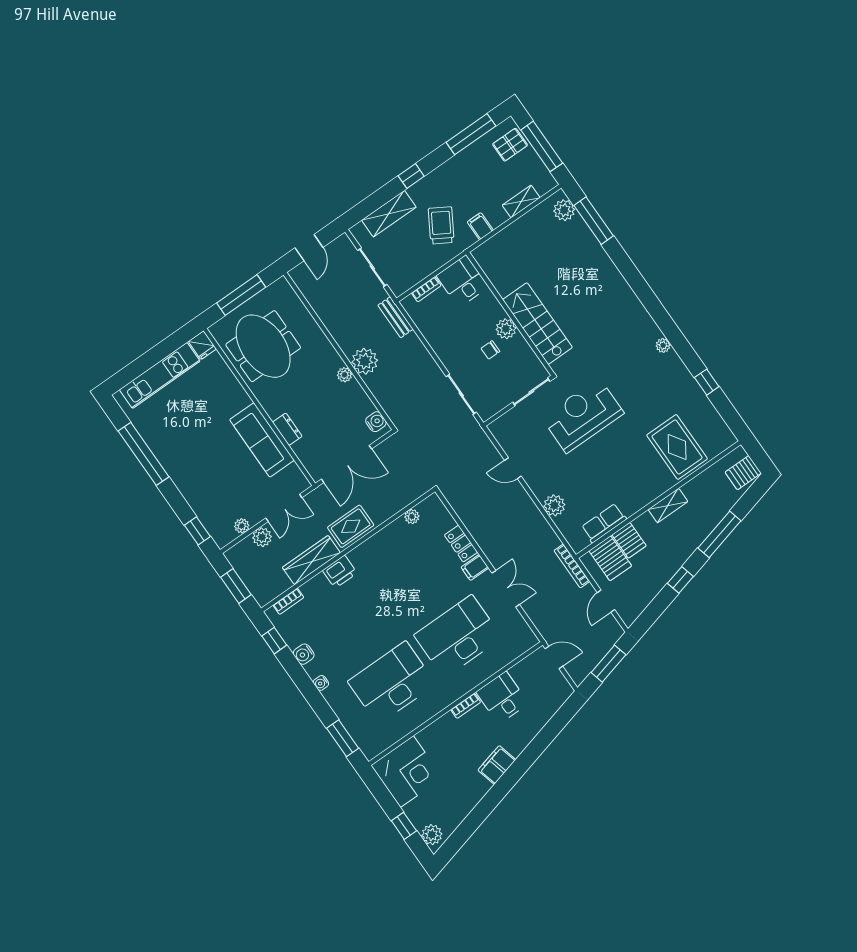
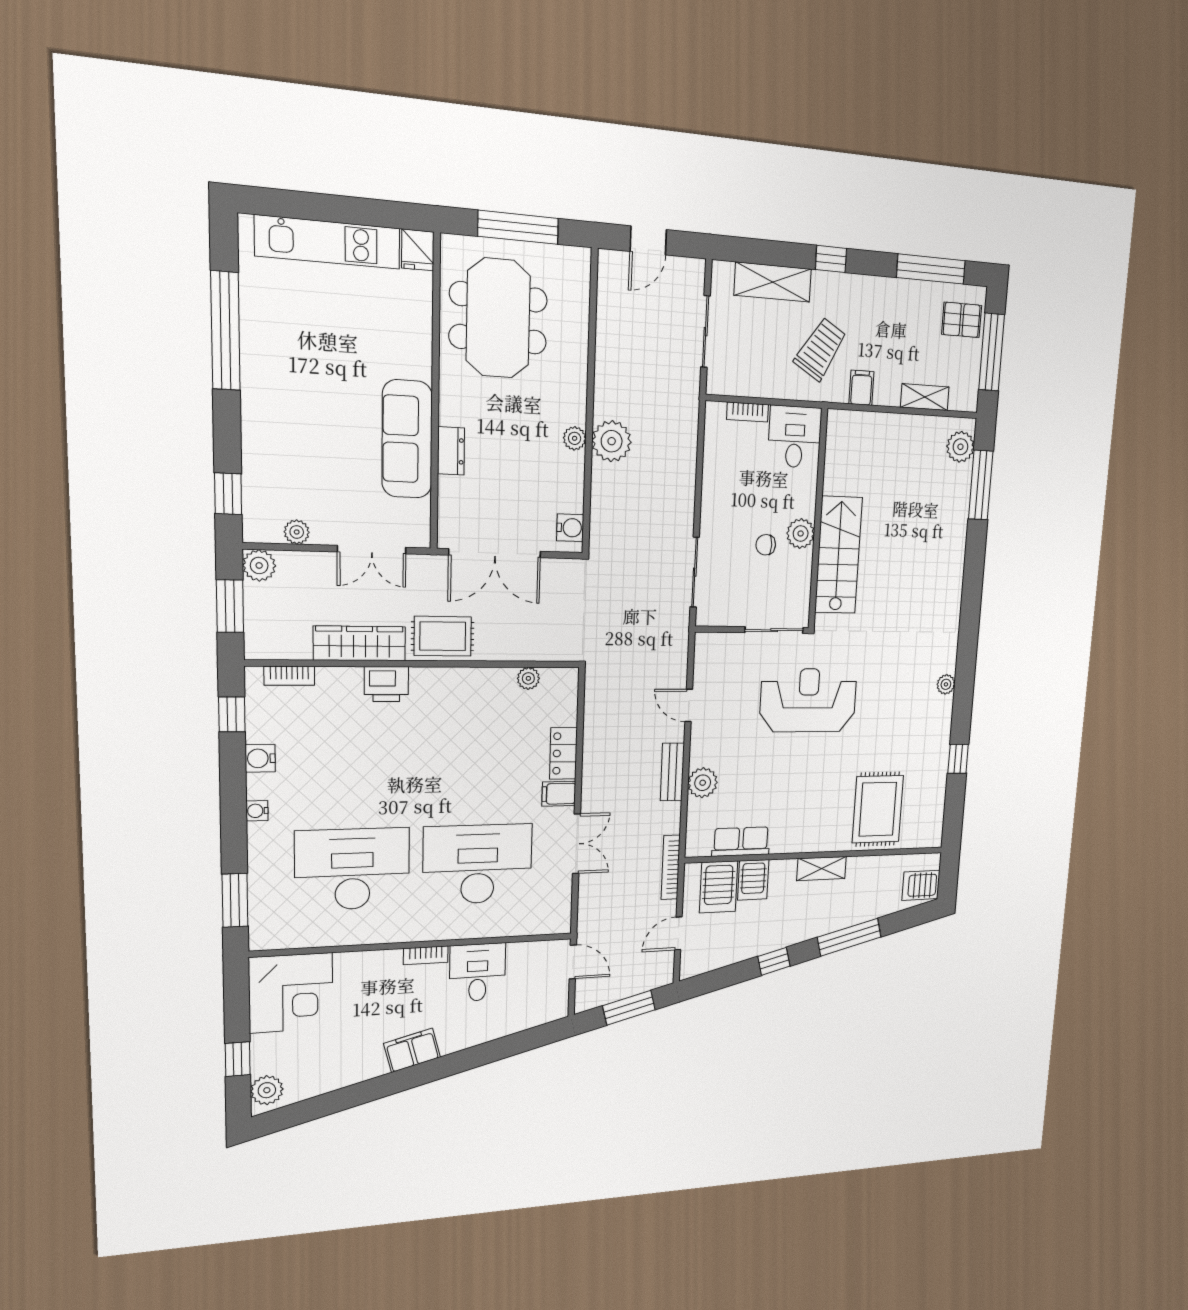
bench: (396, 317) -> (672, 772), moved
plant: (262, 537) -> (259, 565), moved

